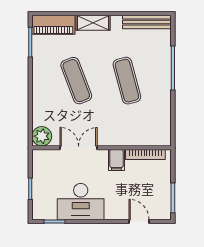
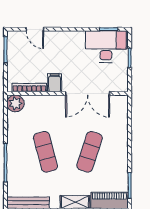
exercise mat: (76, 81) -> (90, 152), turned 39
plant: (42, 136) -> (15, 103), moved
double door: (79, 148) -> (88, 93), width x1.37
desk: (81, 202) -> (106, 47), moved

